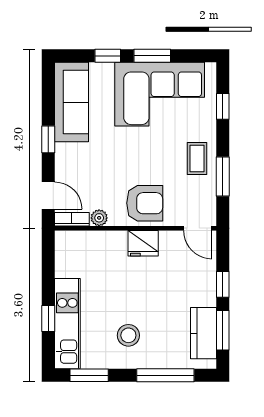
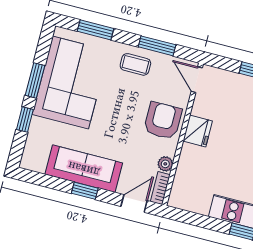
sofa: (72, 102) -> (84, 169), moved
window: (223, 106) -> (95, 30), width x1.50
door: (198, 228) -> (197, 80), swing flipped

